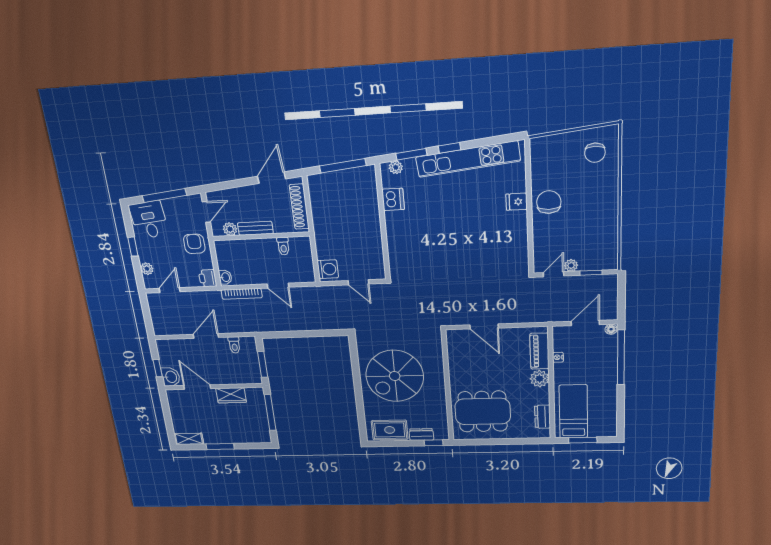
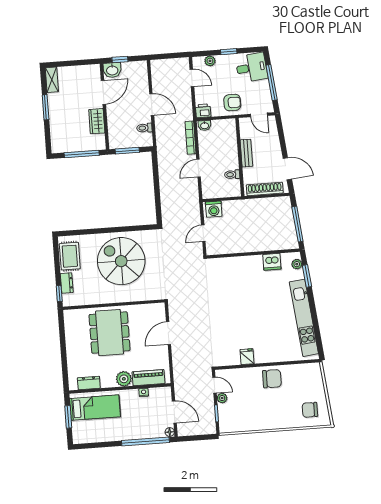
window: (450, 148) -> (312, 304), removed
fridge: (517, 202) -> (247, 357), moved
plant: (230, 229) -> (245, 133), removed
dining table: (483, 411) -> (110, 333), moved

